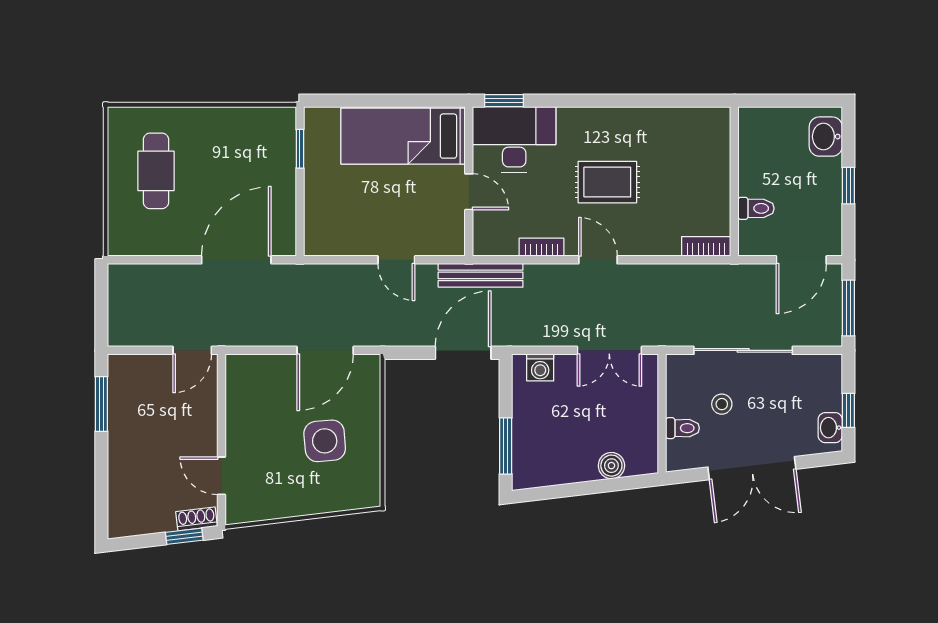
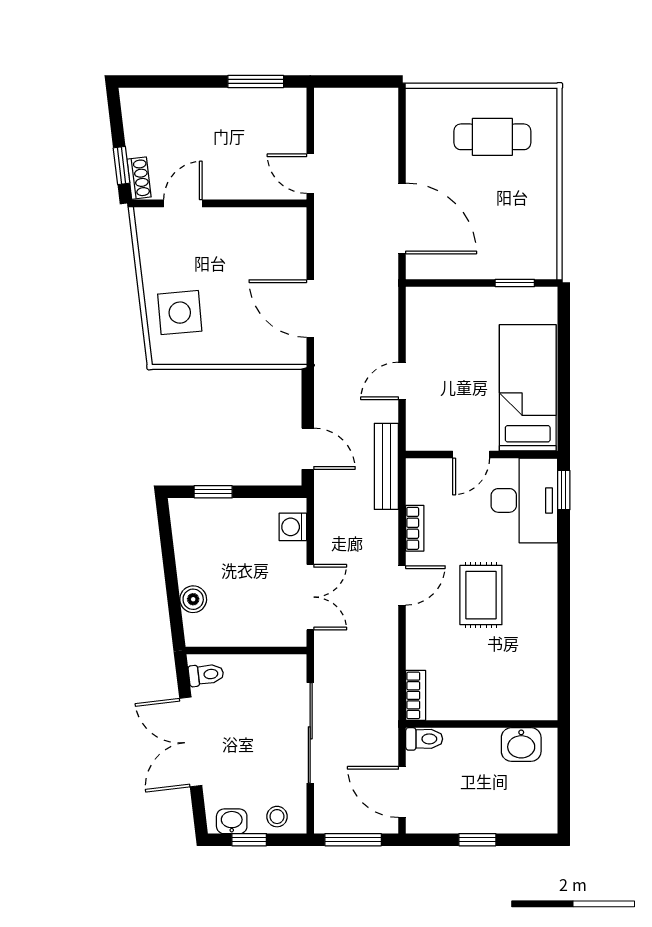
washbasin: (826, 137) -> (521, 744), moved, turned 180
toilet: (756, 208) -> (424, 739), moved, turned -90
double door: (609, 350) -> (310, 597), swing flipped
door: (463, 353) -> (308, 449), width x0.73
stool: (722, 404) -> (277, 817), moved
toilet: (682, 428) -> (206, 675), moved, turned -97
side table: (325, 441) -> (180, 313), moved
window: (506, 446) -> (213, 492), width x0.67

